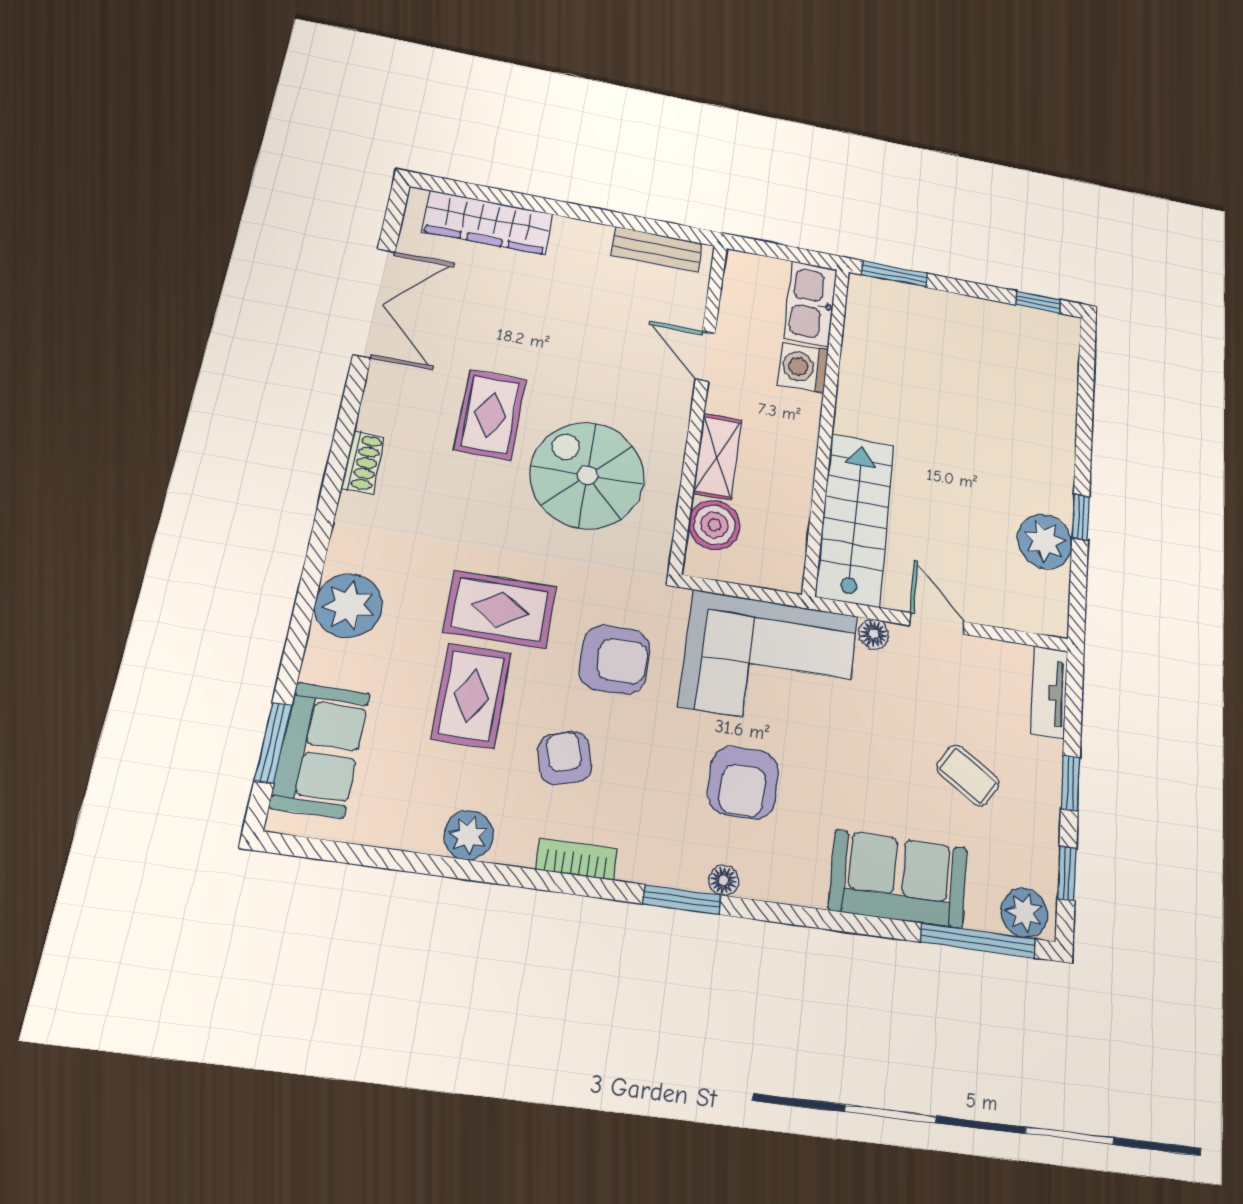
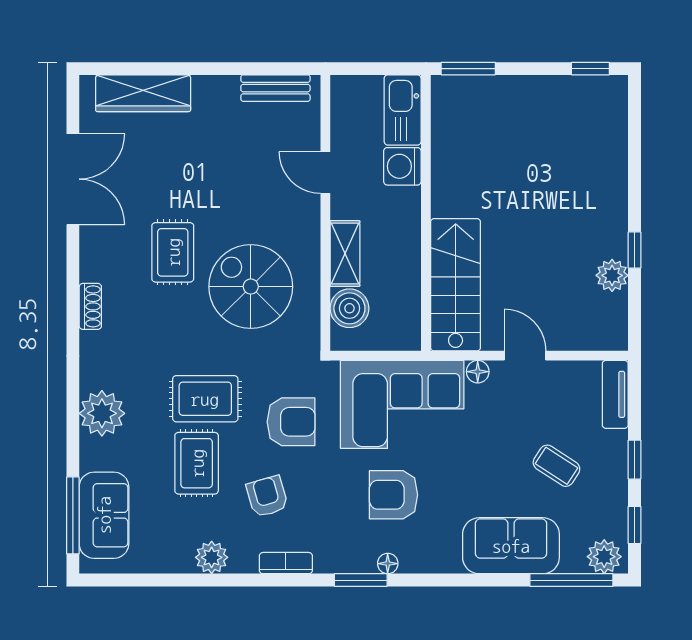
plant: (1045, 541) -> (612, 275), width x0.73, depth x0.73
window: (273, 743) -> (73, 515), width x1.44
armchair: (743, 782) -> (394, 495), turned 90

